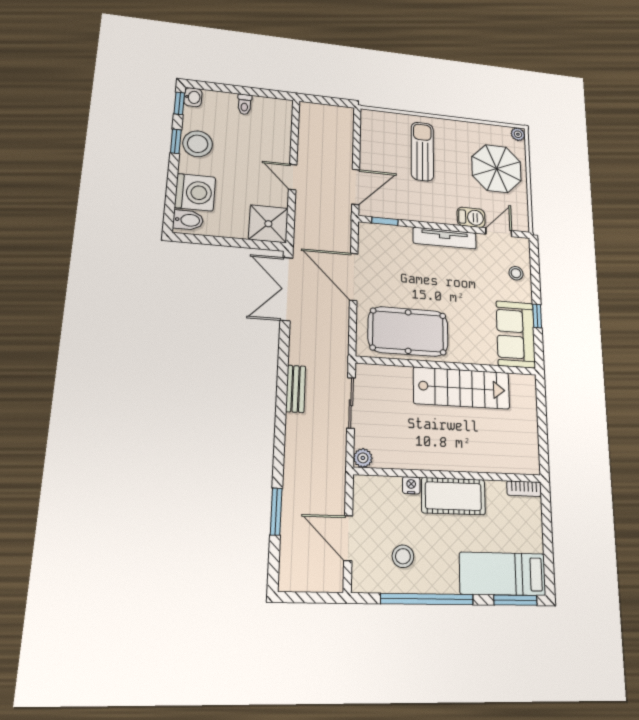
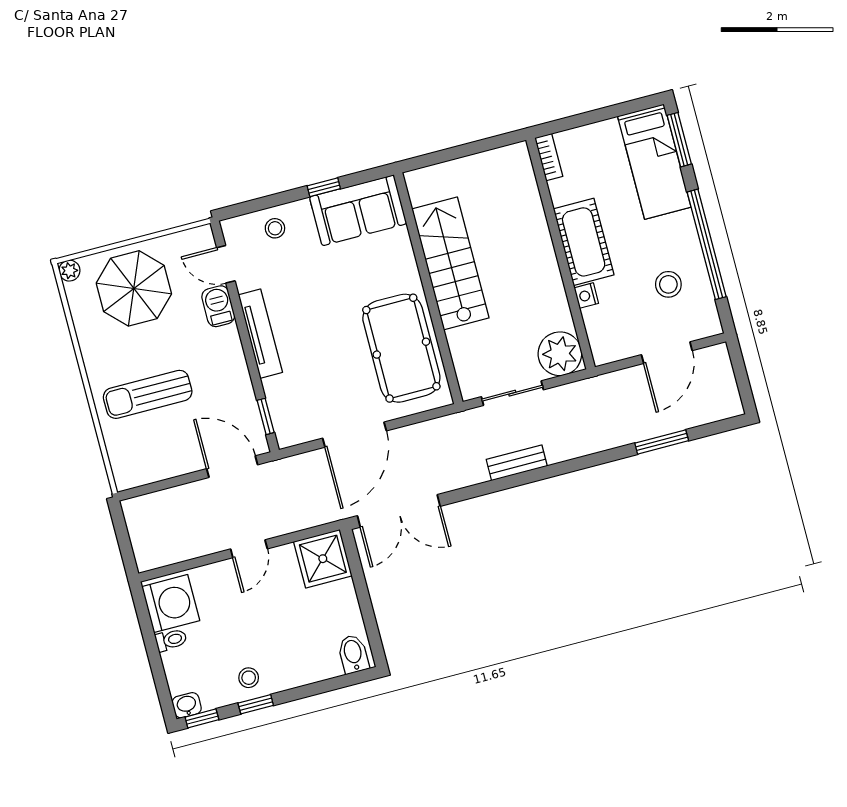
stool: (198, 144) -> (249, 678), width x0.53, depth x0.53
washing machine: (195, 192) -> (171, 604), moved, turned 90
plant: (363, 458) -> (560, 354), width x1.87, depth x1.87

